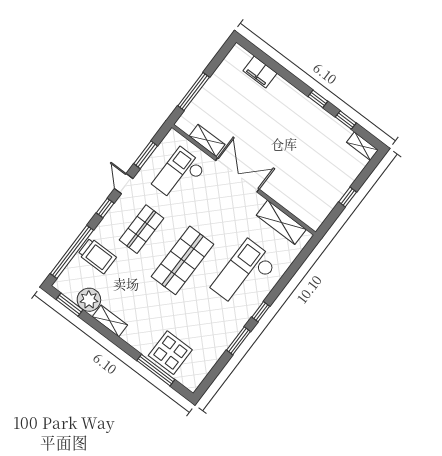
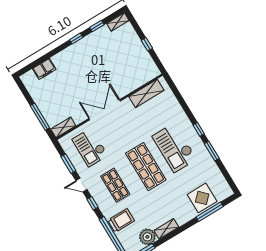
shelving: (207, 140) -> (63, 127), moved
checkout: (244, 274) -> (174, 148), moved

